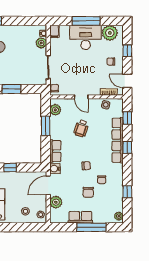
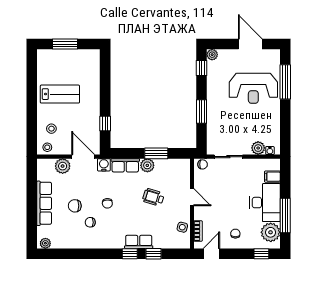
window: (86, 21) -> (285, 216), moved
filing cabinet: (54, 31) -> (272, 177), moved
window: (127, 51) -> (261, 254), moved
door: (81, 97) -> (192, 197), swing flipped
plant: (55, 110) -> (147, 165), moved
window: (127, 118) -> (154, 254), moved
row of seats: (118, 140) -> (139, 242), width x0.50
window: (10, 168) -> (105, 124), moved
window: (127, 192) -> (75, 254), removed
row of seats: (80, 217) -> (44, 203), width x1.48
window: (91, 227) -> (32, 210), removed

